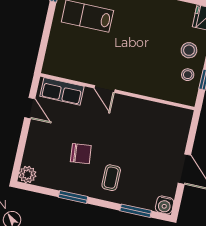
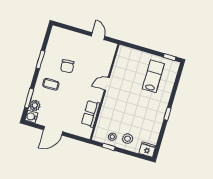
row of seats: (62, 91) -> (91, 114), moved
door: (30, 108) -> (98, 36), swing flipped
plant: (27, 175) -> (35, 106), moved

